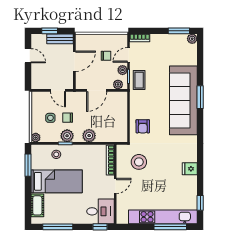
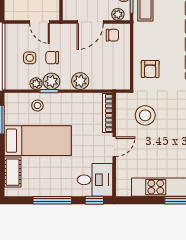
chair: (114, 100) -> (112, 35), added
plant: (36, 138) -> (36, 84), moved
window: (58, 227) -> (52, 200), moved

